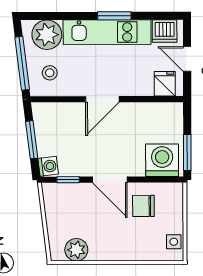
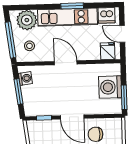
door: (102, 99) -> (66, 63), swing flipped
washing machine: (162, 160) -> (110, 87), moved, turned -90
washing machine: (48, 166) -> (25, 78), moved

